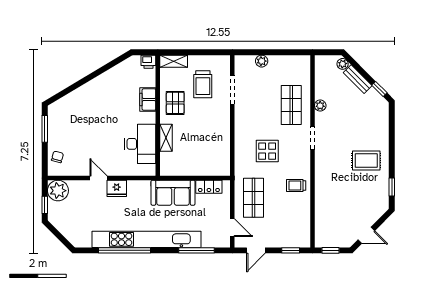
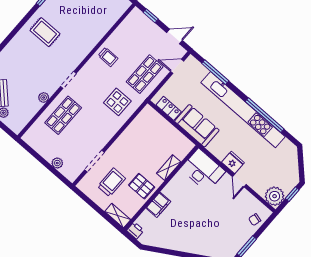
pallet: (175, 103) -> (142, 186), turned 90
desk: (140, 144) -> (203, 170), moved, turned 90
display table: (267, 151) -> (117, 102), moved
door: (232, 228) -> (177, 66), hinge flipped

